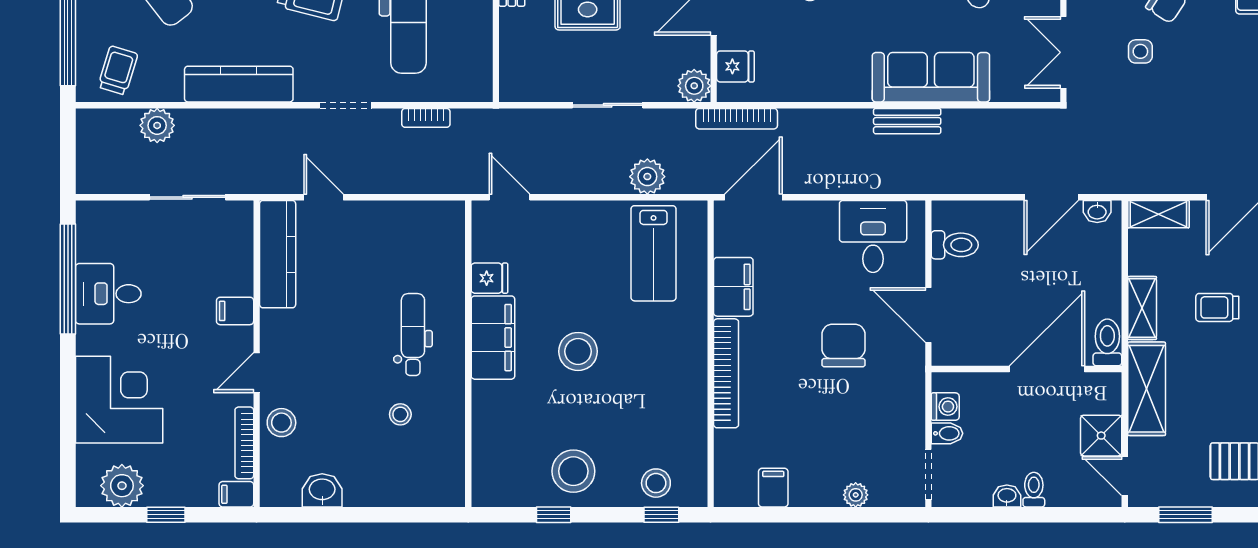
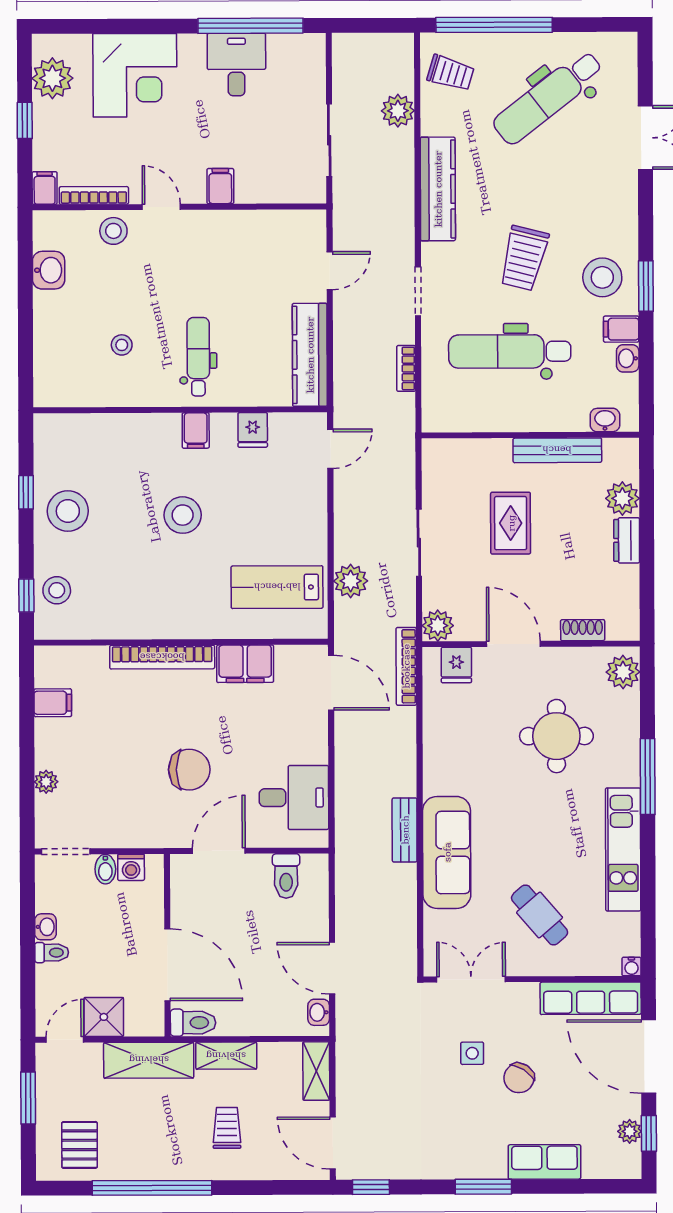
kitchen counter: (278, 254) -> (310, 355), moved, turned 90
dental chair: (413, 335) -> (198, 357), turned -90
filing cabinet: (493, 338) -> (196, 431), width x0.33, depth x0.86

